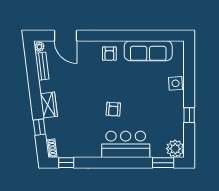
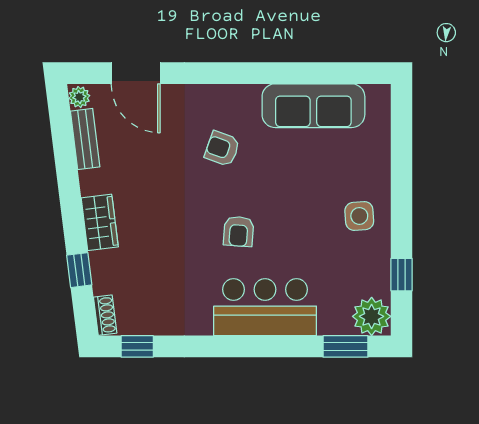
armchair: (109, 54) -> (222, 149), moved, turned 110
side table: (175, 83) -> (359, 216), moved
window: (189, 115) -> (401, 275), moved

